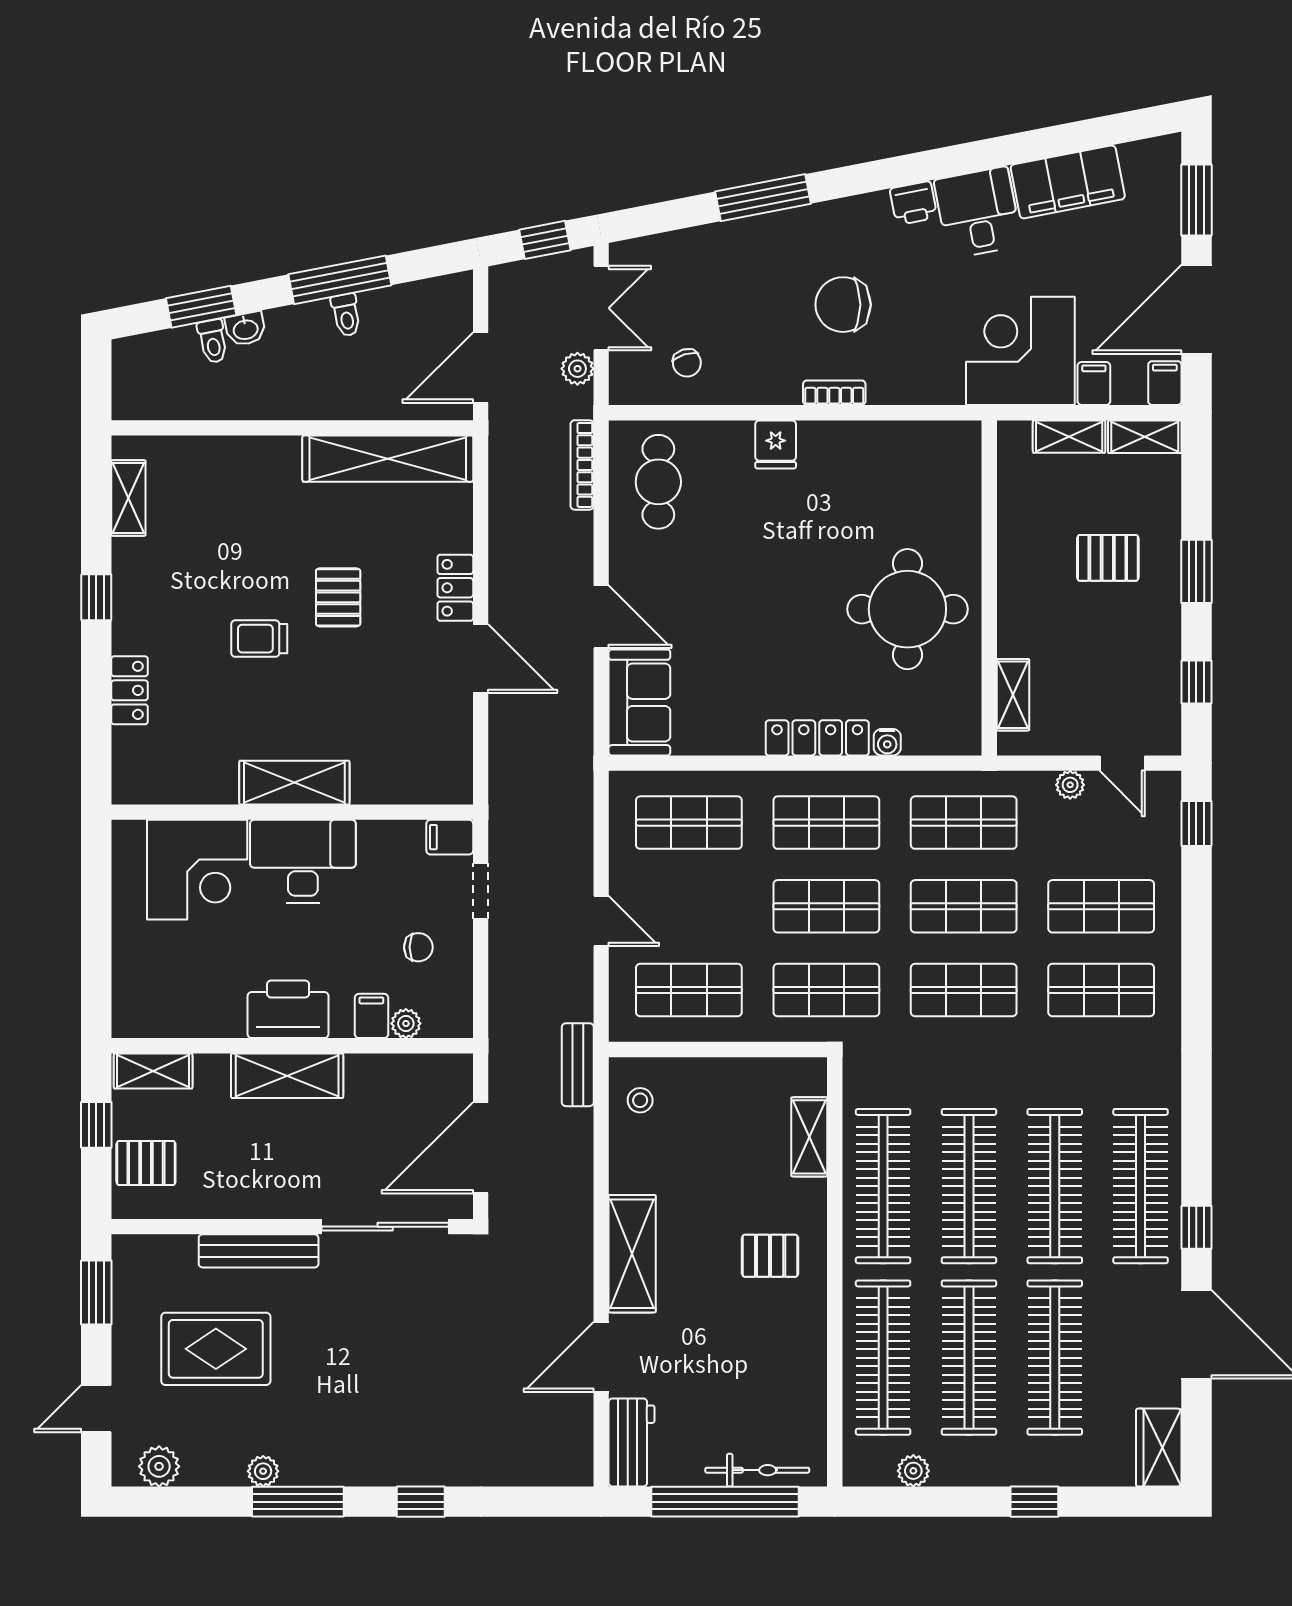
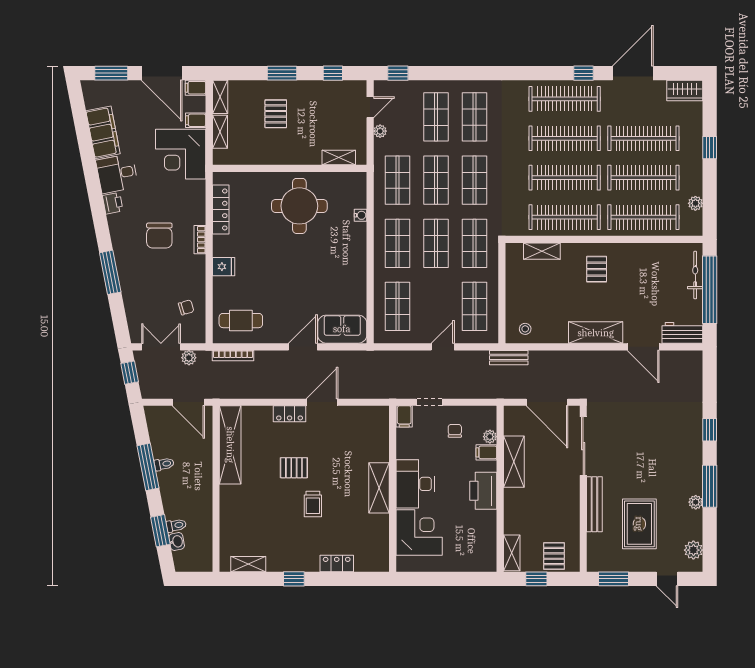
washbasin: (245, 329) -> (177, 542), moved
locker: (817, 738) -> (221, 209), moved, turned 180
shelving: (287, 1076) -> (514, 462), moved

